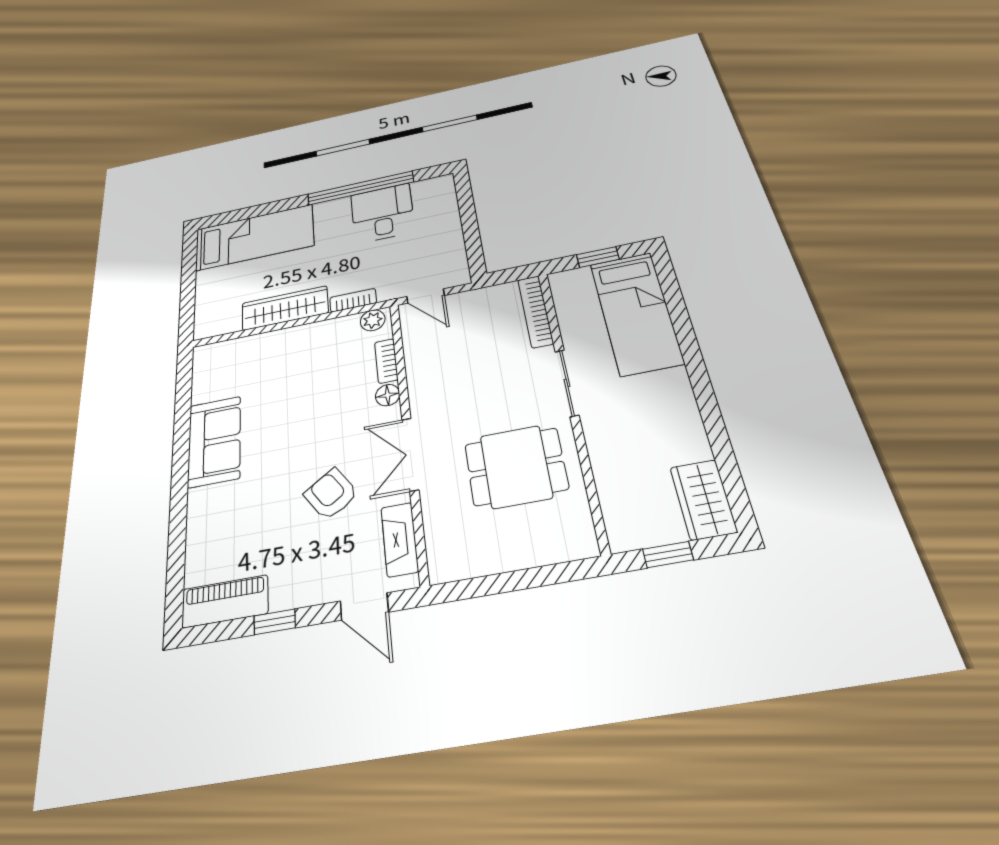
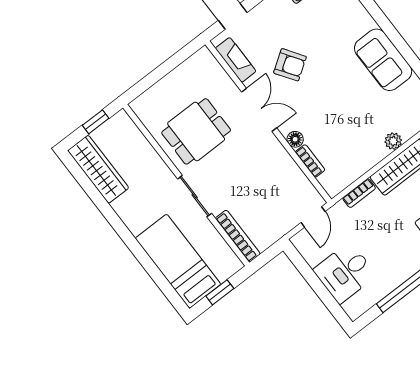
desk: (382, 213) -> (345, 273), moved, turned 90
door: (426, 296) -> (313, 217), swing flipped
plant: (373, 320) -> (393, 141), moved
wardrobe: (703, 499) -> (98, 169), width x1.50

